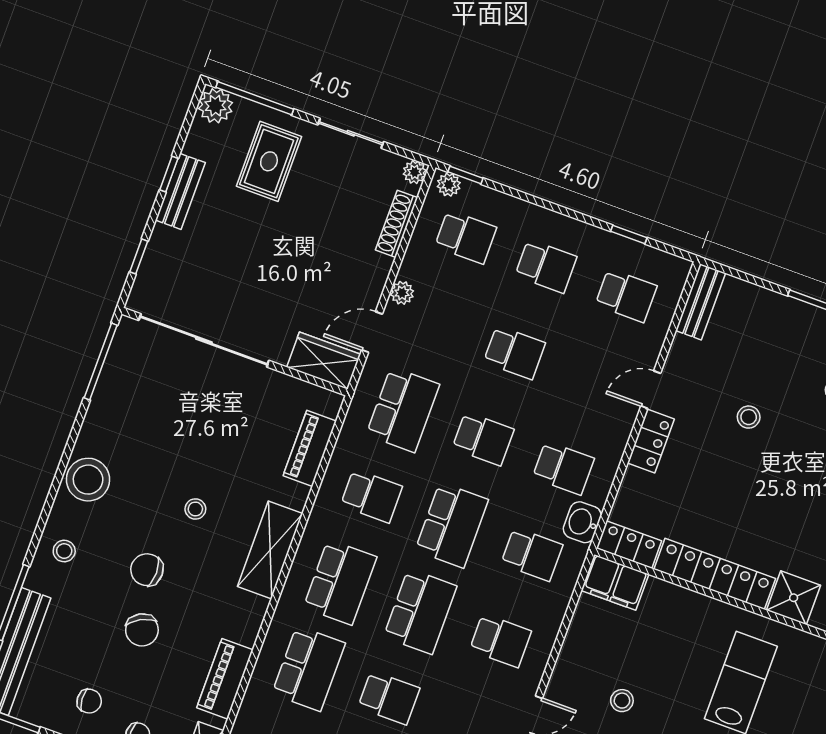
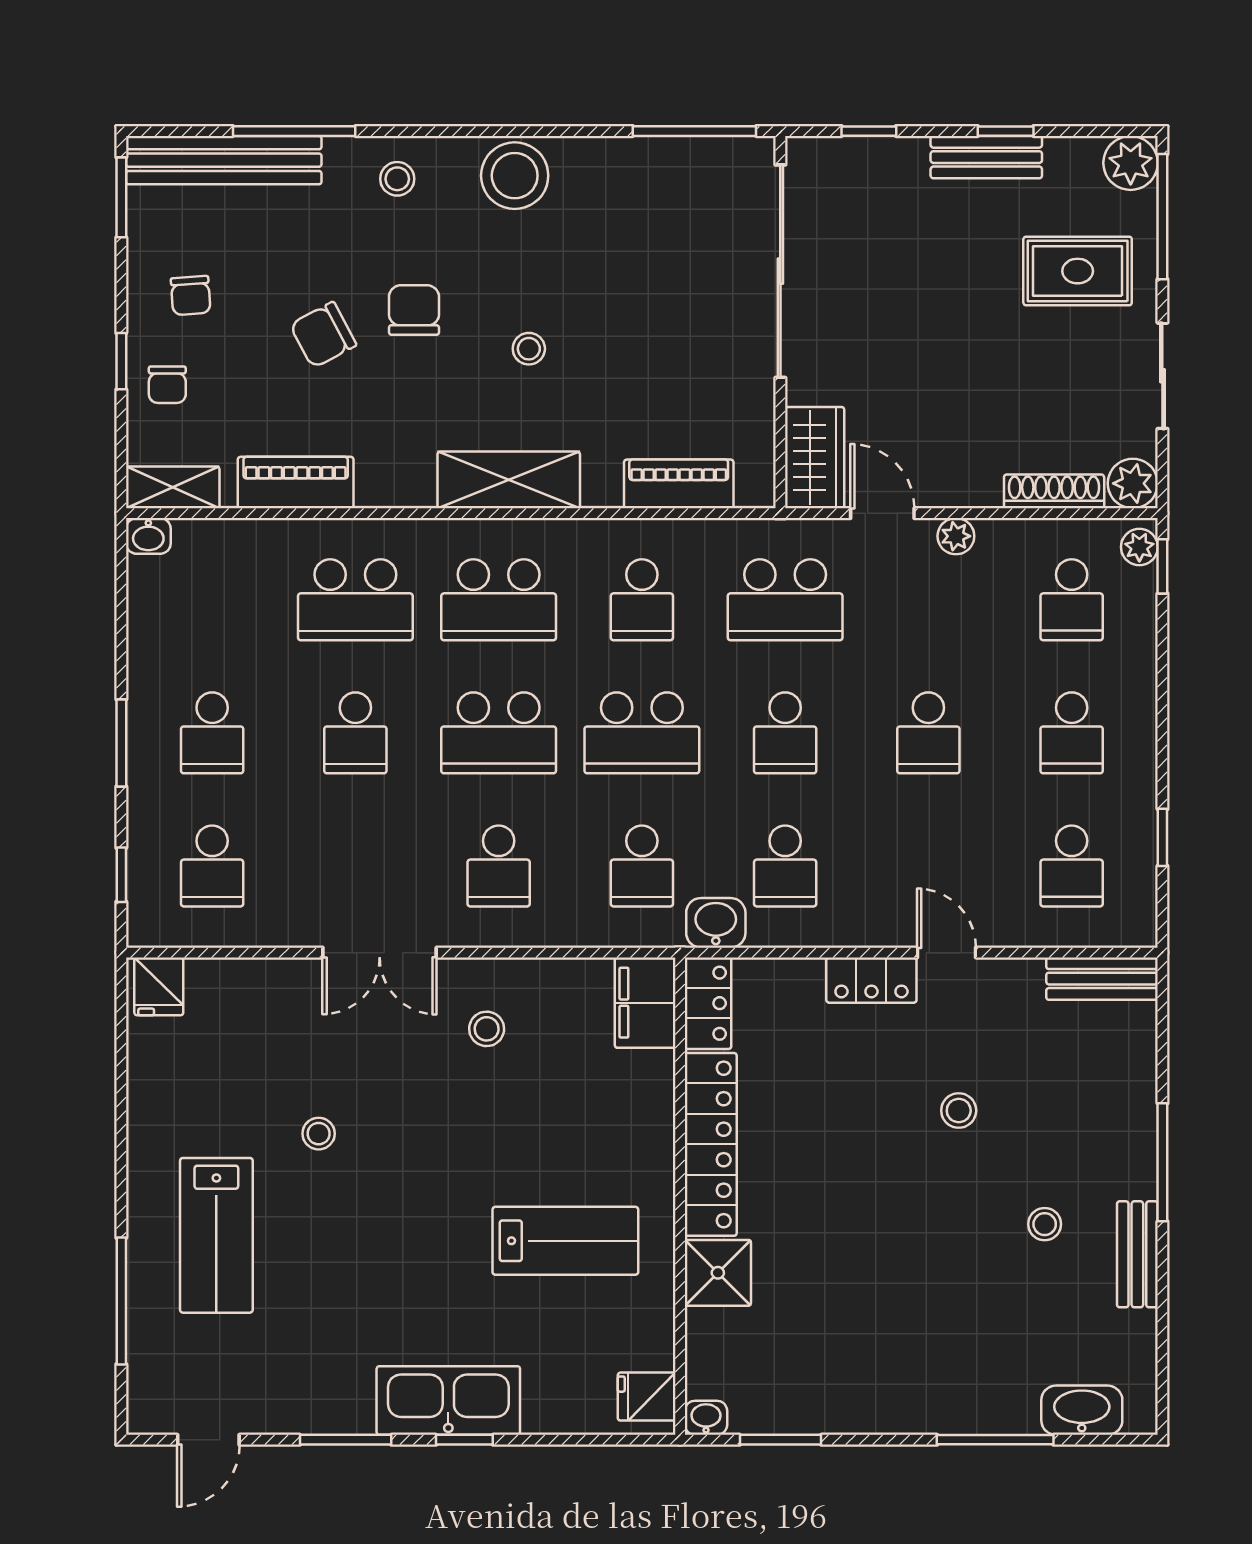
plant: (415, 172) -> (1133, 483), width x1.38, depth x1.38
stool: (622, 701) -> (487, 1029), moved

